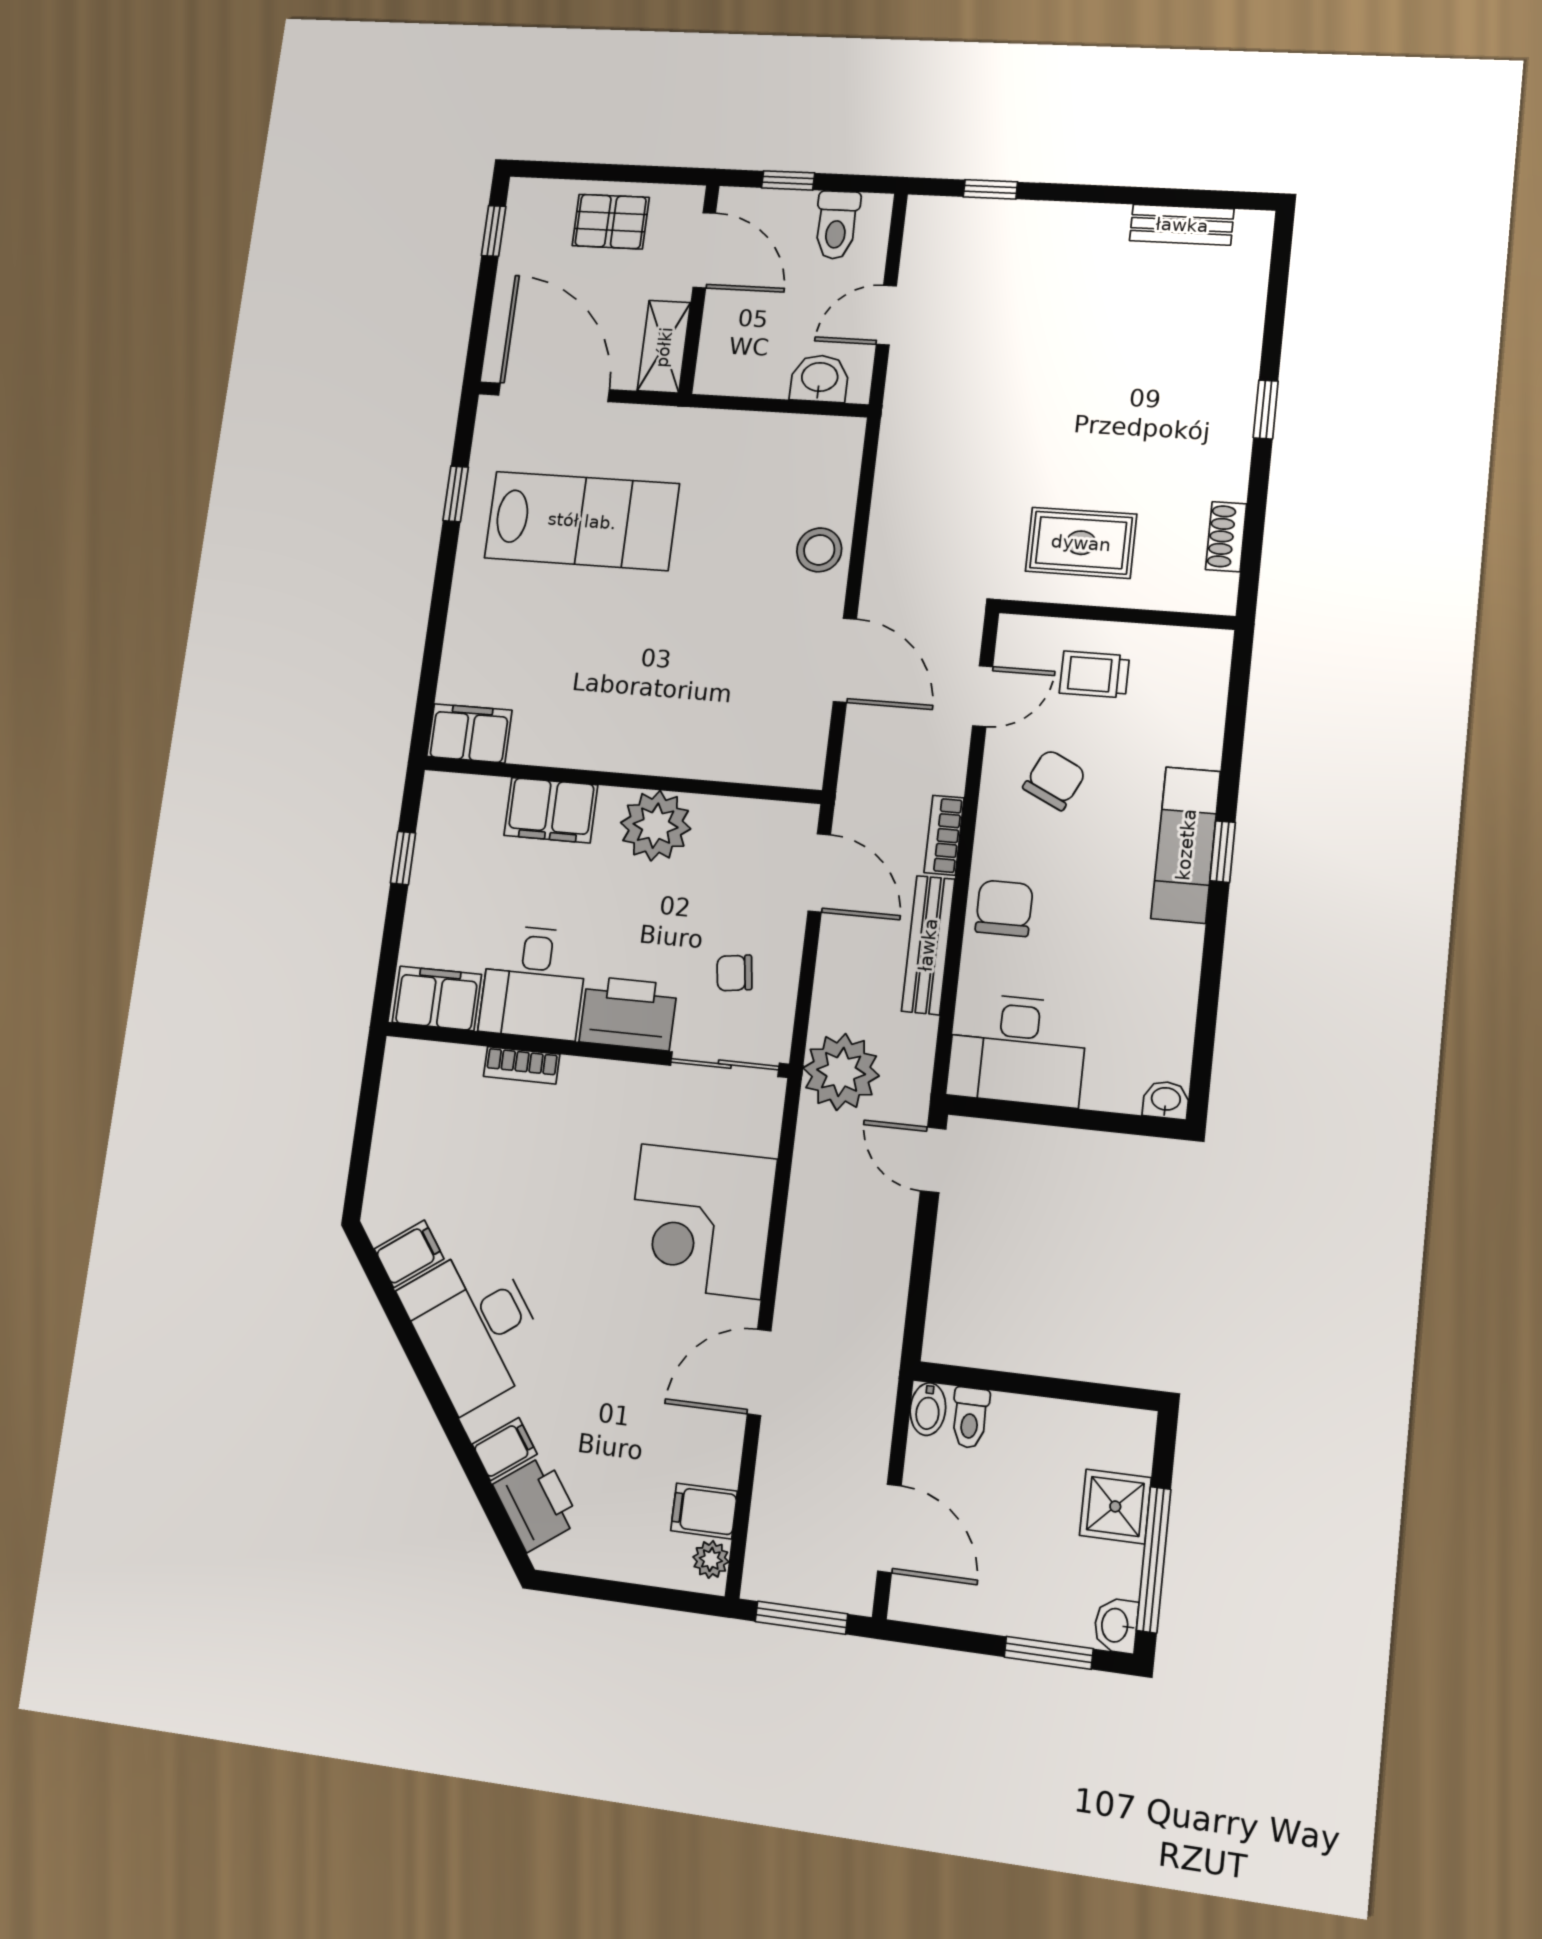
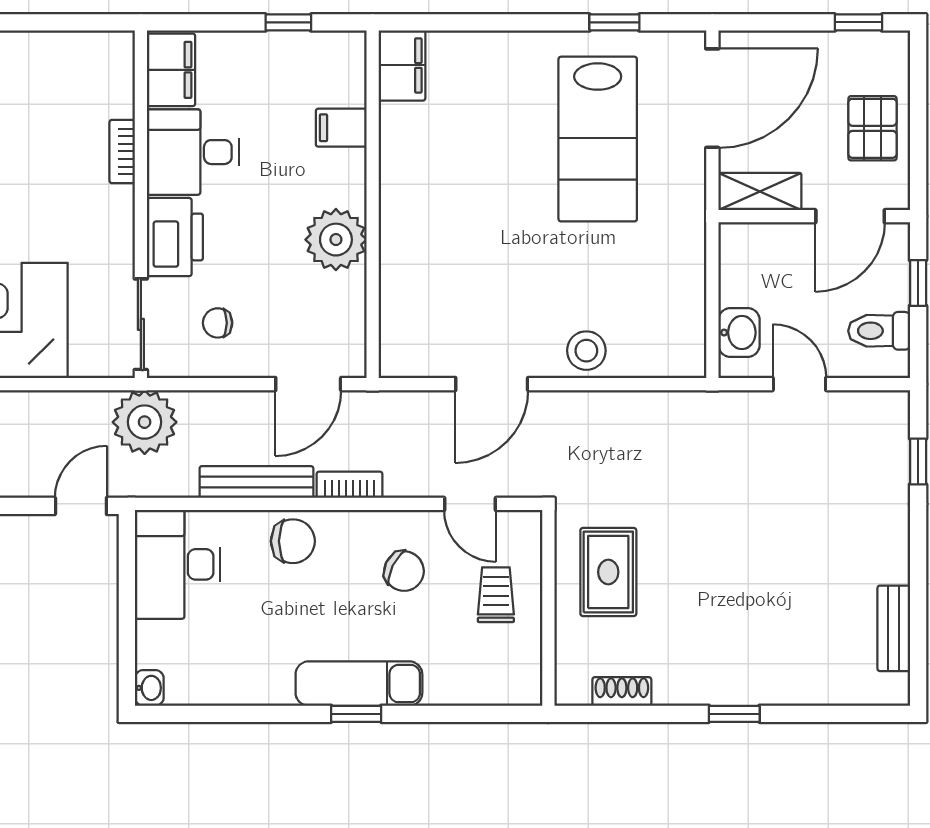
filing cabinet: (551, 810) -> (341, 128), width x0.50
chair: (735, 973) -> (218, 323), turned -82

